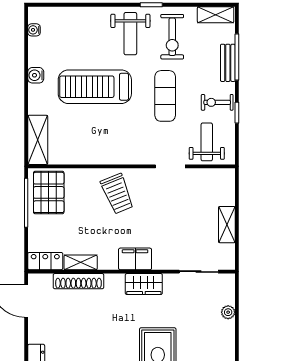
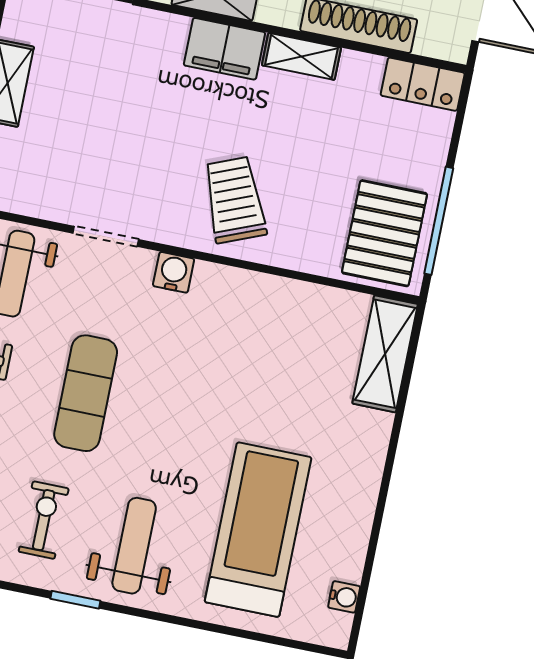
exercise bike: (172, 37) -> (44, 520), width x0.73, depth x0.72
water cooler: (36, 75) -> (174, 272), moved, turned -90
treadmill: (95, 87) -> (258, 530), moved, turned -90
shelving: (81, 262) -> (301, 56), moved

